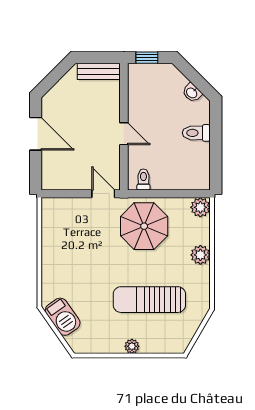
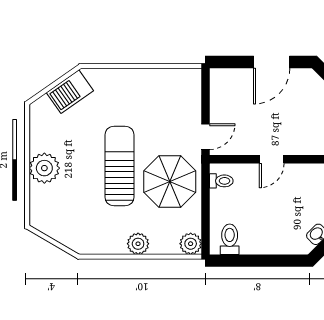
toilet: (196, 133) -> (230, 239), moved
sun lounger: (149, 300) -> (120, 166), moved
plant: (132, 346) -> (44, 168), width x1.88, depth x1.88

